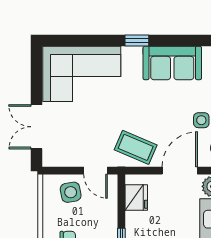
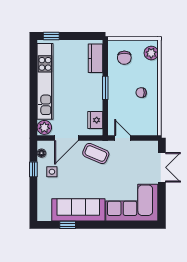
window: (137, 40) -> (68, 225), moved
sofa: (172, 63) -> (78, 210), width x1.36
side table: (71, 192) -> (139, 124), removed

